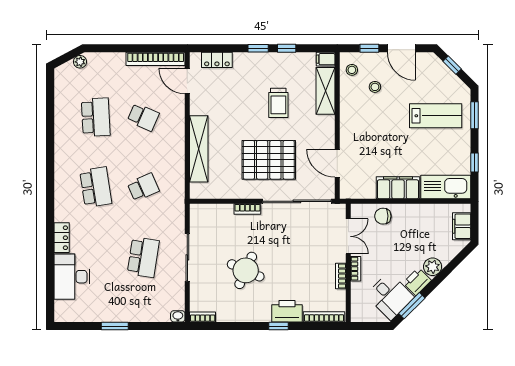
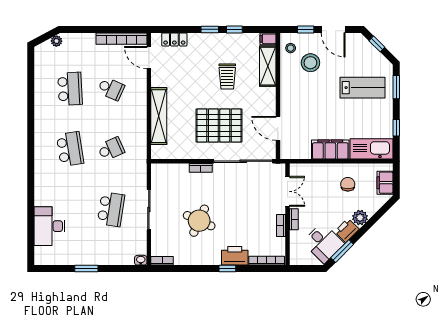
stool: (375, 87) -> (310, 63), width x1.89, depth x1.89
chair: (383, 216) -> (348, 184), moved, turned 90
locker: (62, 238) -> (41, 193), removed

